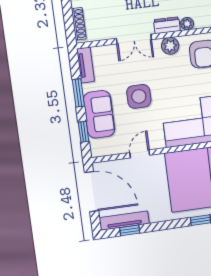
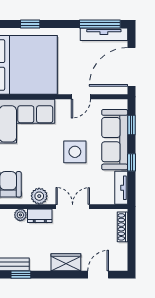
window: (78, 93) -> (131, 162), width x0.67
sofa: (99, 114) -> (115, 140), width x1.36
door: (92, 192) -> (131, 67), hinge flipped
window: (130, 230) -> (100, 24), width x2.17

